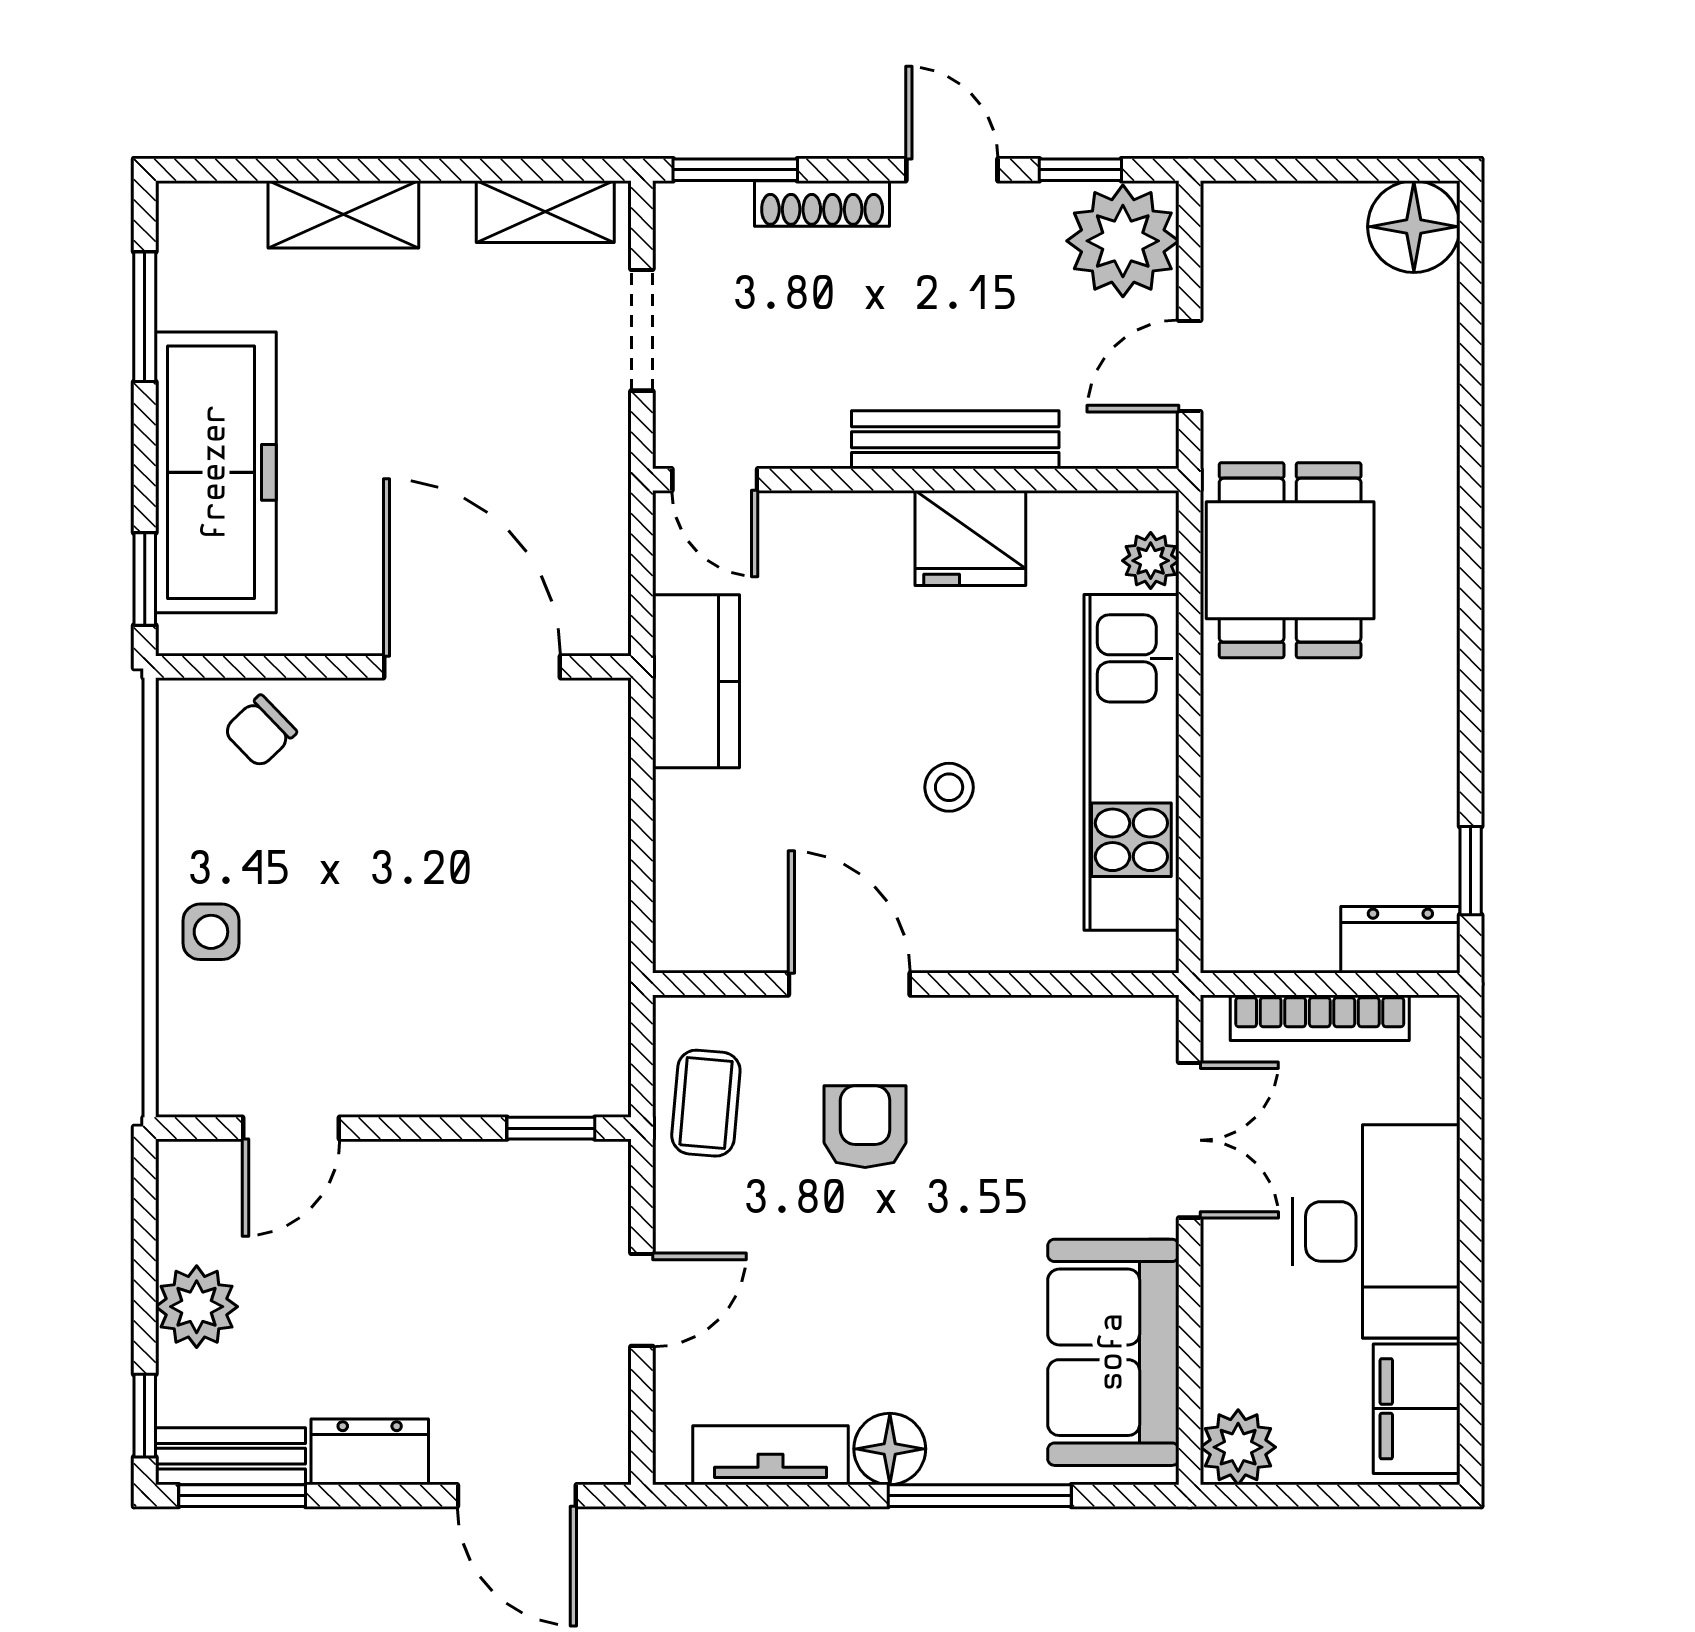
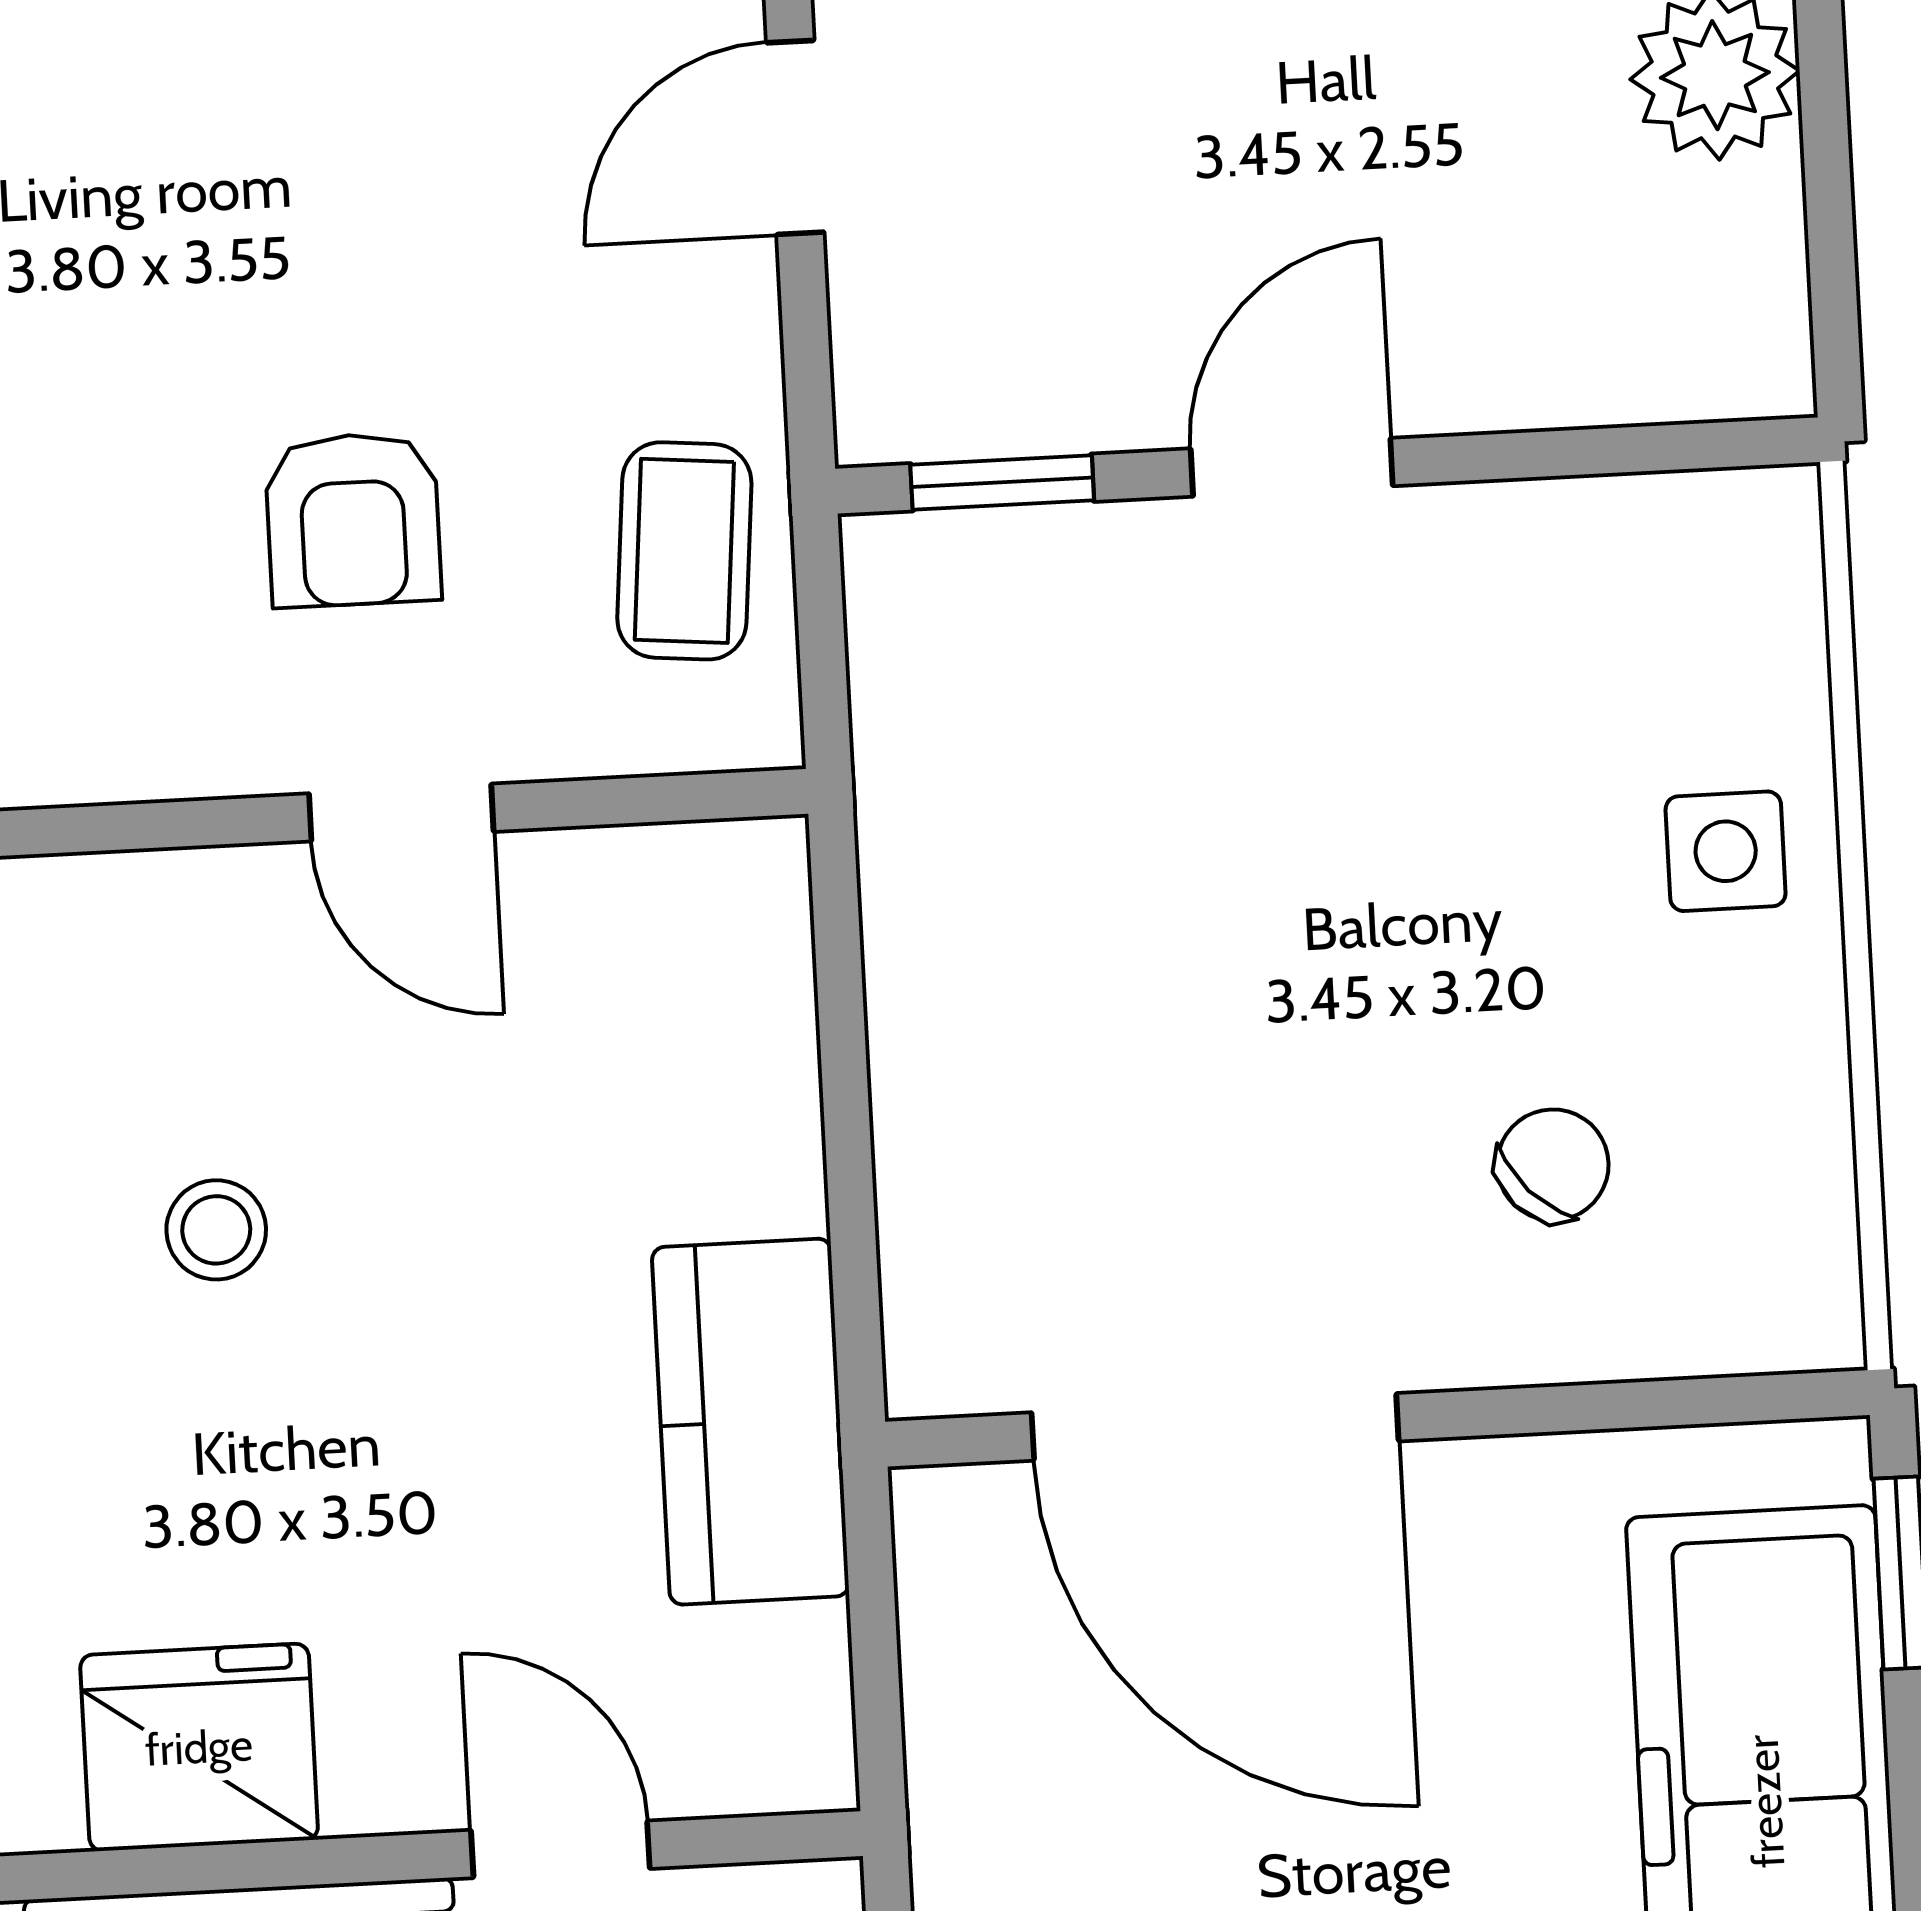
door: (715, 480) -> (560, 1849), moved
chair: (260, 731) -> (1553, 1165), moved
door: (849, 984) -> (401, 813), width x0.73
door: (291, 1128) -> (1292, 467), moved

